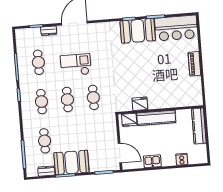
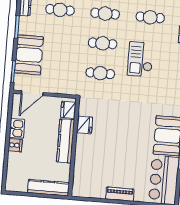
checkout: (76, 65) -> (140, 59), turned 180
cooker: (182, 159) -> (15, 145), moved
booth: (71, 162) -> (29, 55), moved

